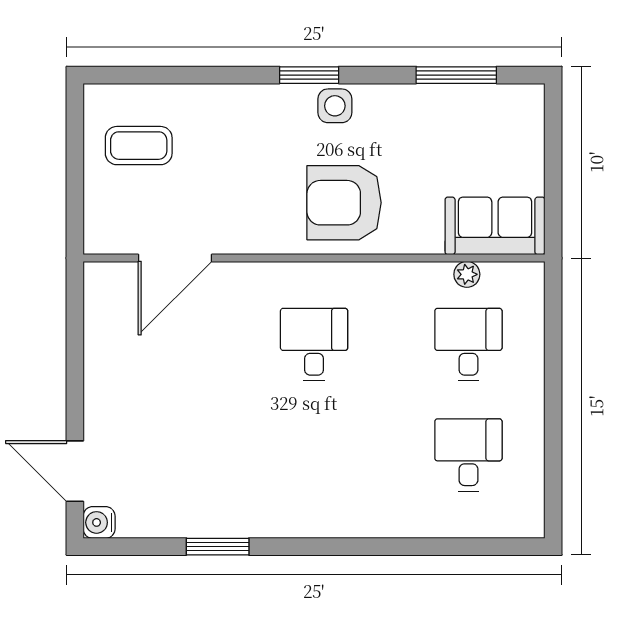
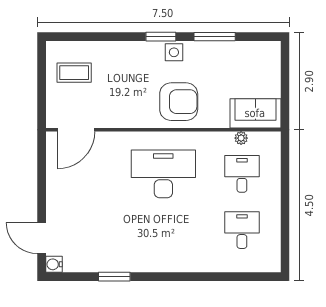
window: (456, 75) -> (215, 37), moved
armchair: (344, 203) -> (179, 102), turned 180
door: (175, 258) -> (76, 130), moved
desk: (314, 345) -> (163, 174), width x1.87, depth x1.30

